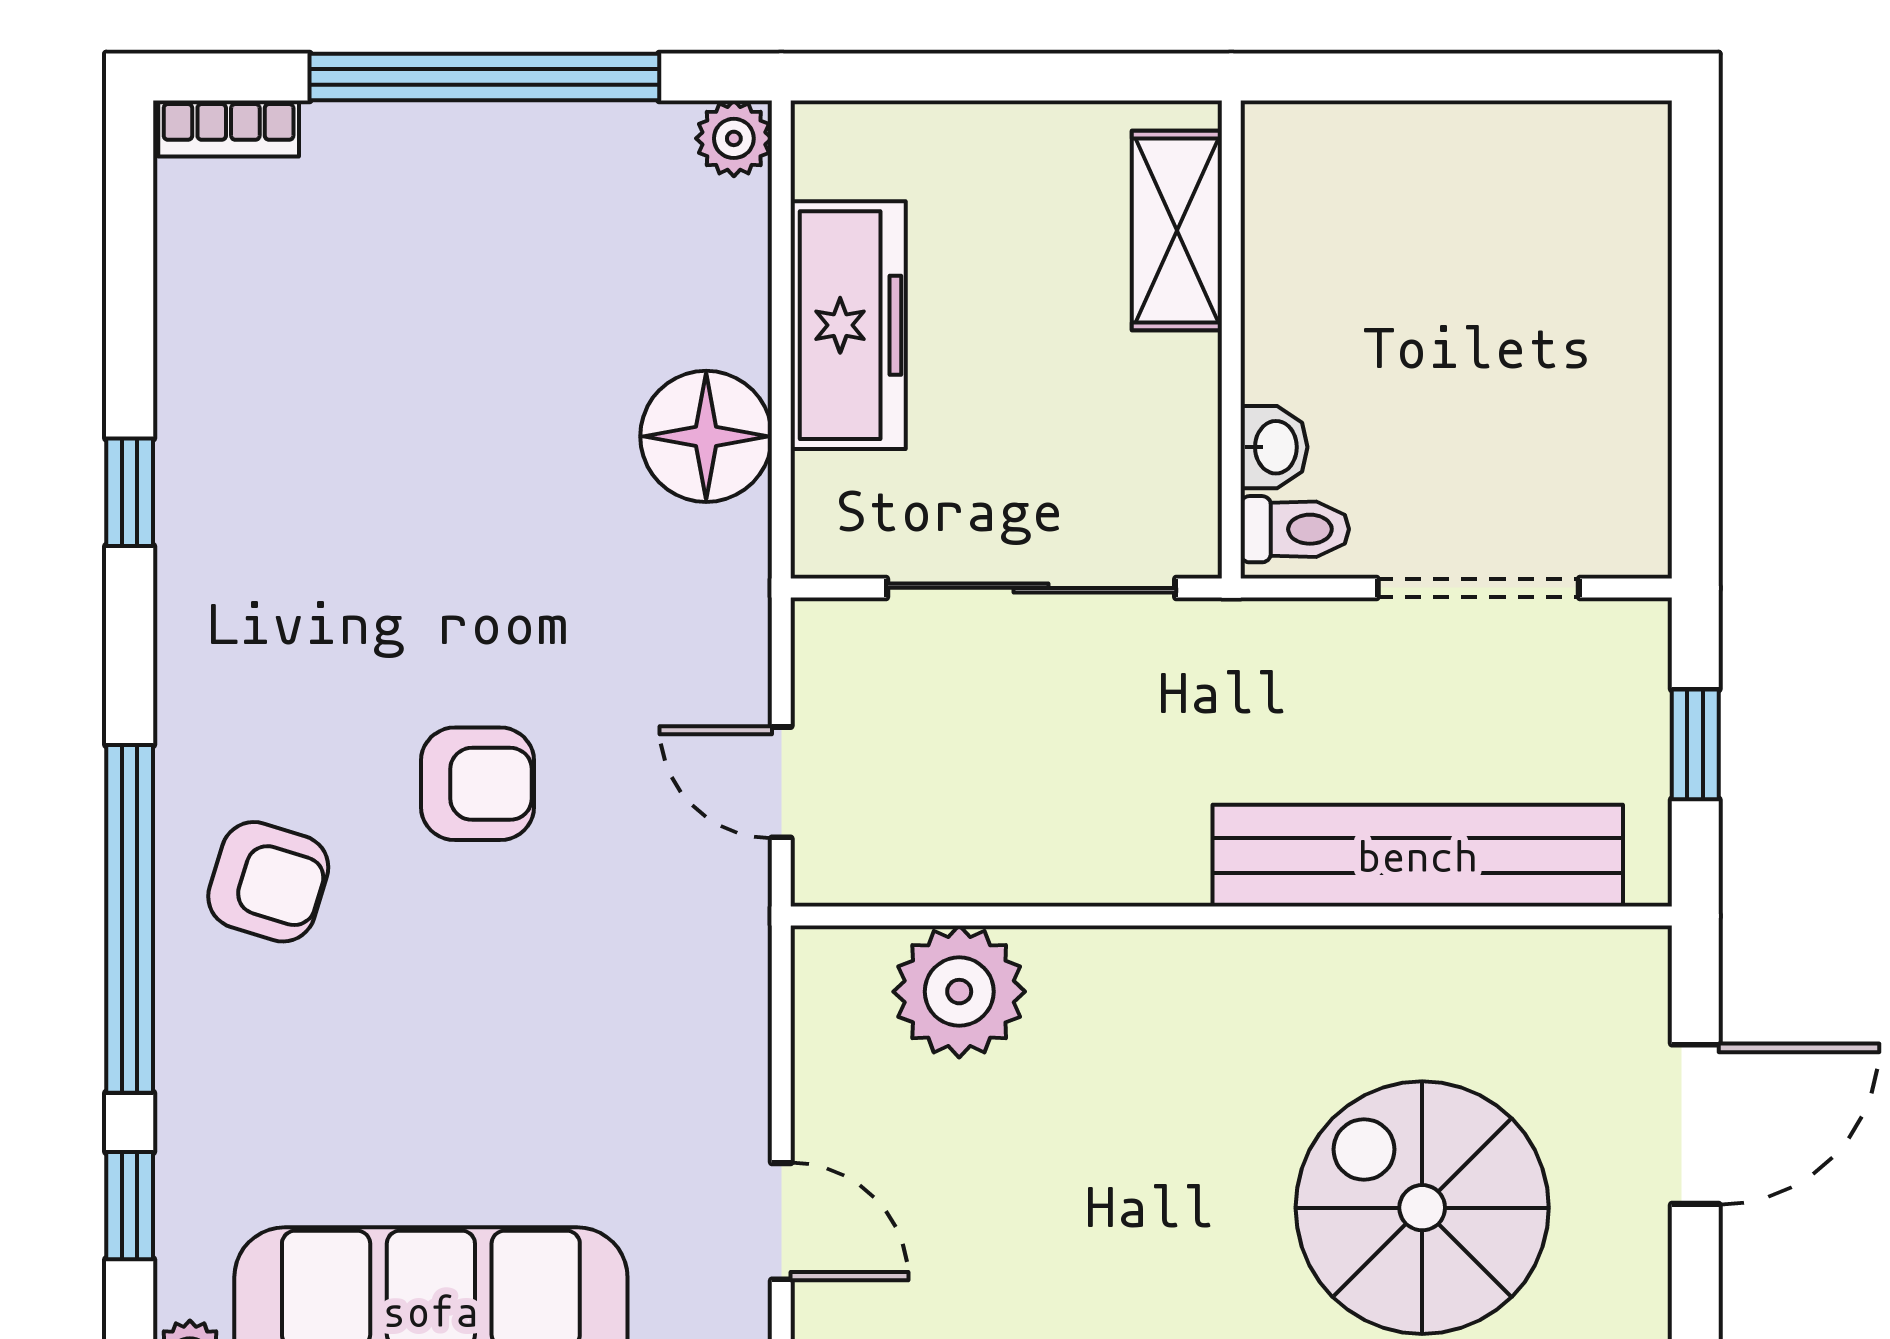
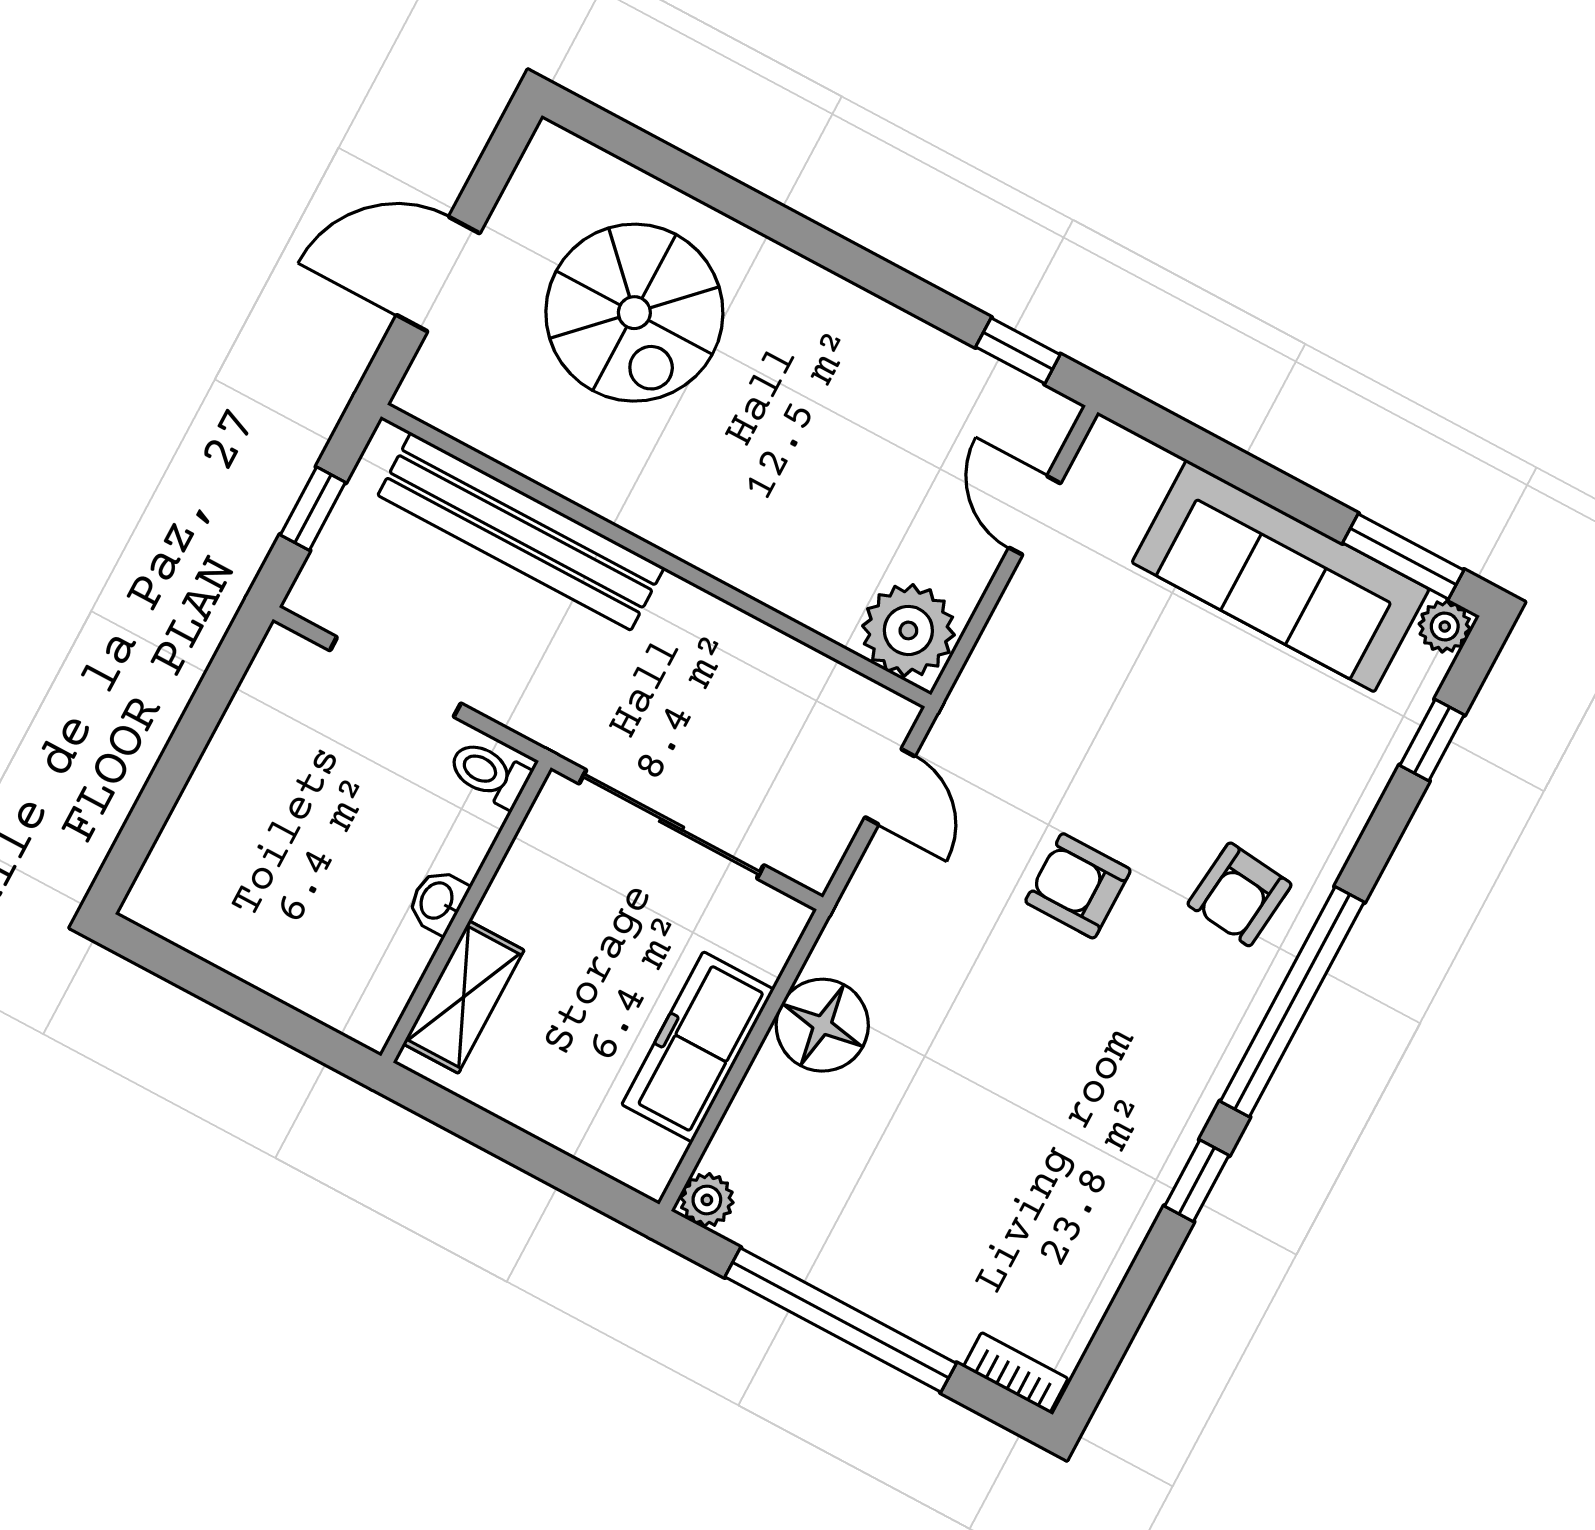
washbasin: (1274, 447) -> (438, 901), moved
armchair: (268, 882) -> (1240, 894), turned -101
window: (130, 919) -> (1292, 1002), moved
plant: (959, 992) -> (908, 630), moved

